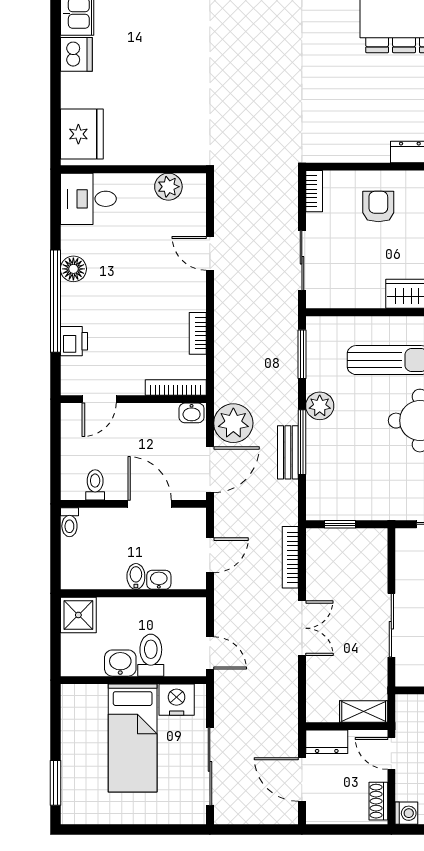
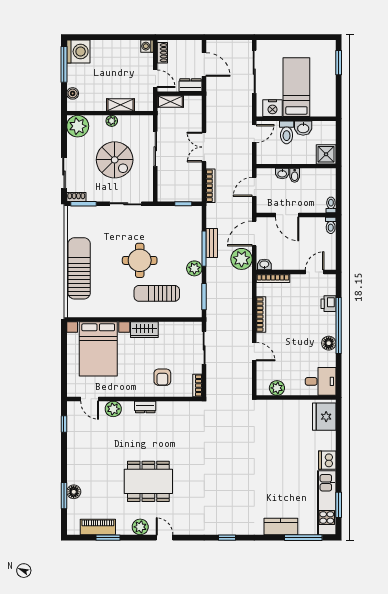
bookcase: (198, 333) -> (261, 314), width x1.56
toilet: (95, 485) -> (331, 225), moved
door: (210, 653) -> (254, 134), swing flipped

